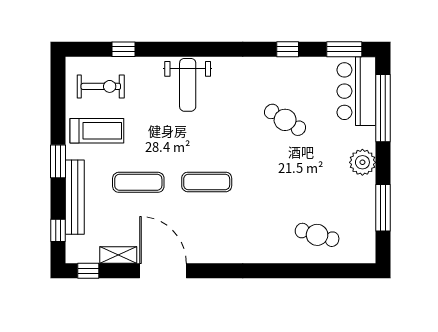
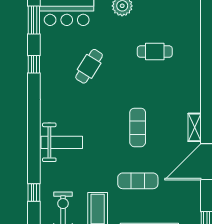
exercise mat: (138, 182) -> (138, 181), turned 90
cafe table: (317, 235) -> (155, 52), moved, turned 74
shelving: (118, 255) -> (195, 127), moved

